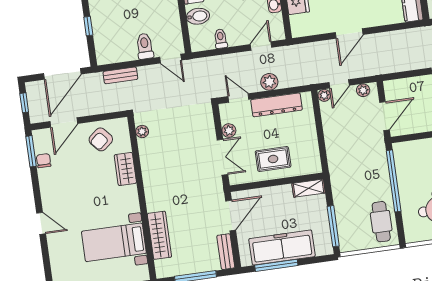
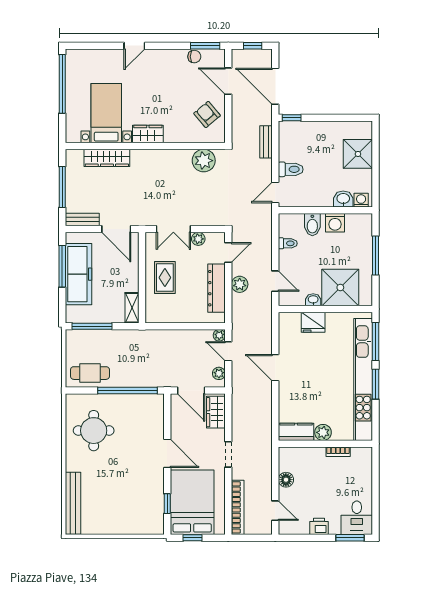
window: (88, 26) -> (292, 118), moved
wardrobe: (403, 88) -> (216, 412), added
plant: (142, 132) -> (204, 161), width x1.88, depth x1.88
wardrobe: (125, 169) -> (148, 134), moved

